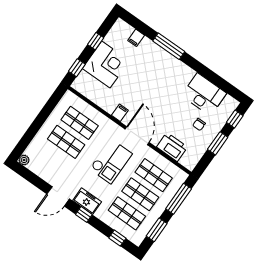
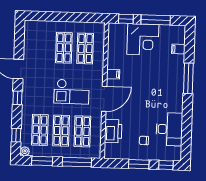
window: (96, 41) -> (156, 20), width x2.17
plant: (24, 160) -> (25, 151), moved
freezer: (87, 201) -> (29, 94), removed

